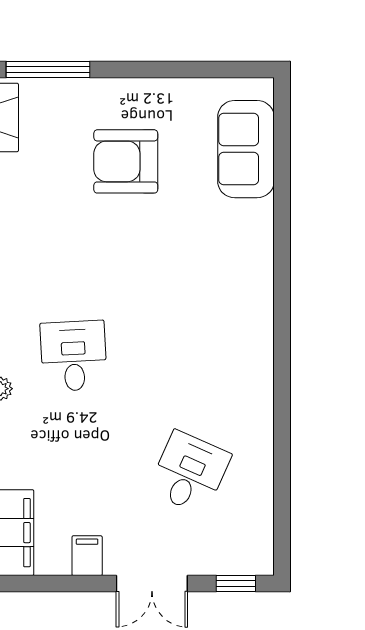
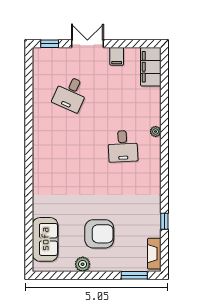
window: (48, 70) -> (134, 275), width x0.69
plant: (163, 94) -> (83, 264), added

